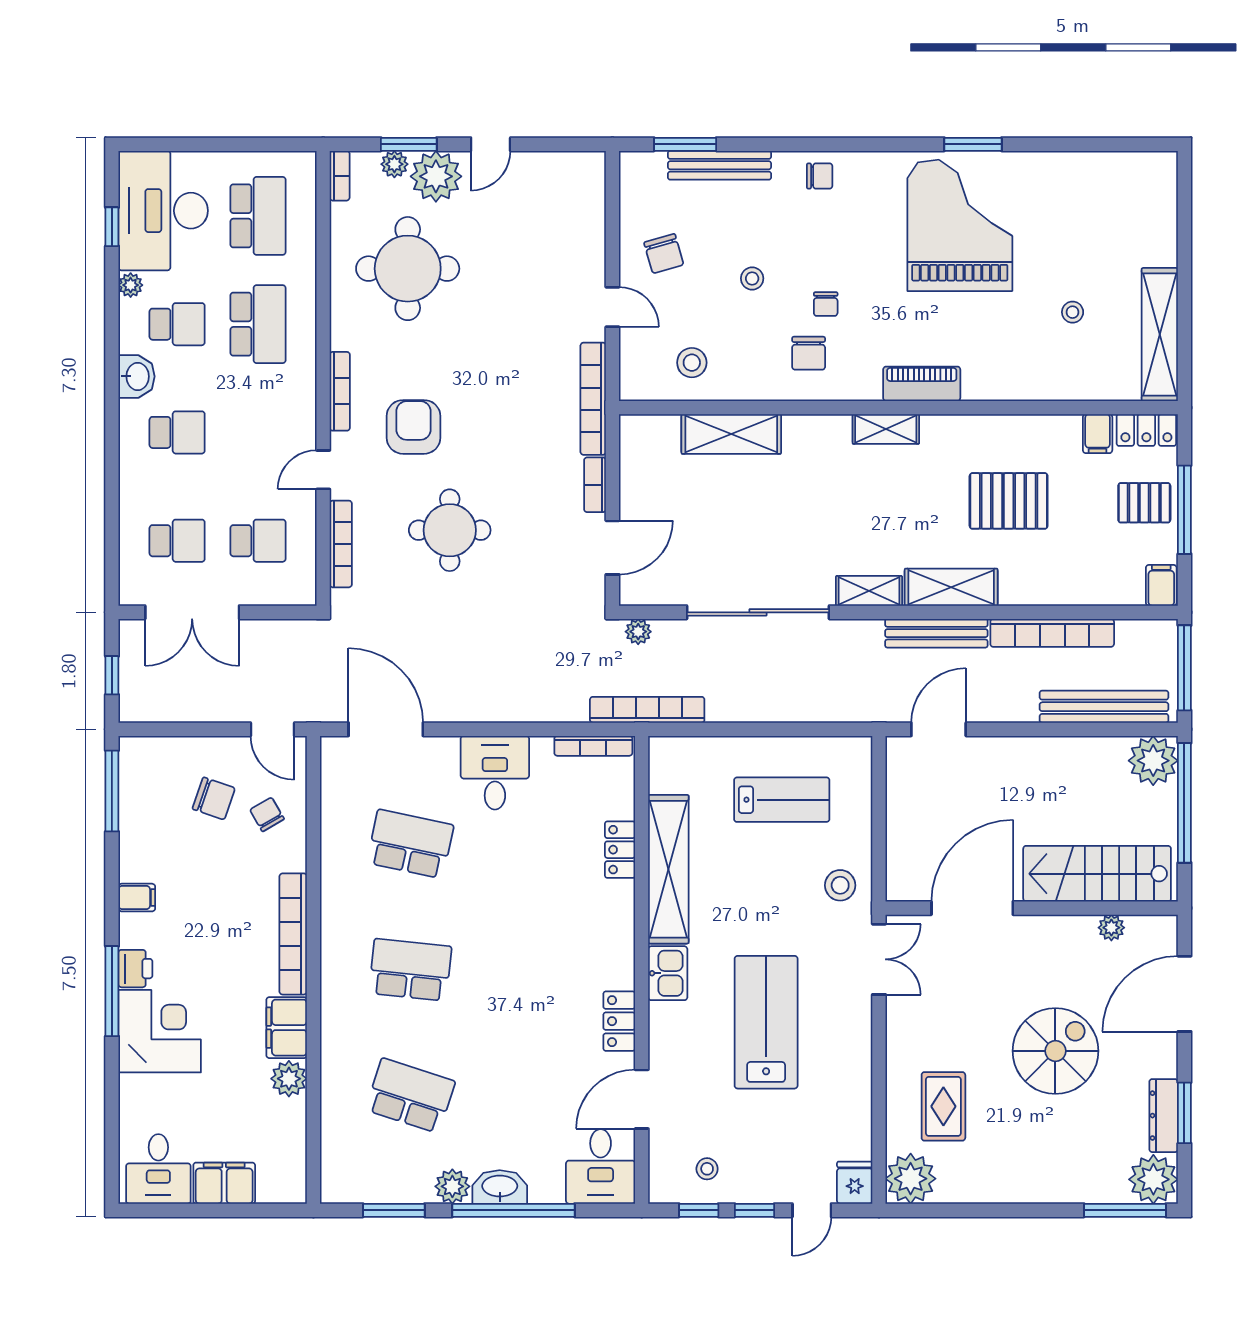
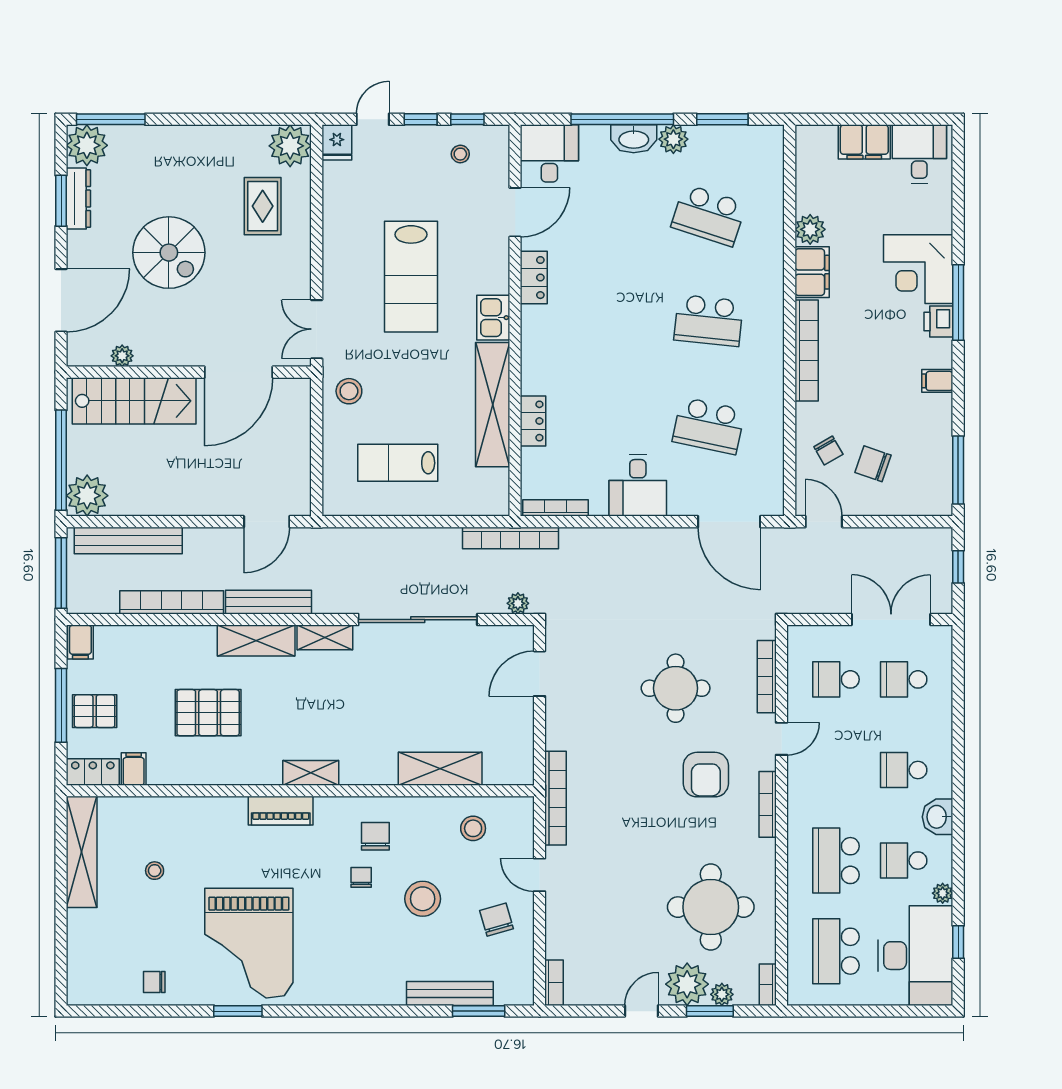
chair: (820, 176) -> (154, 982), moved
stool: (752, 278) -> (423, 899), width x1.89, depth x1.89
bookcase: (595, 485) -> (554, 983), moved
spiral stairs: (1055, 1051) -> (169, 253), turned -90

